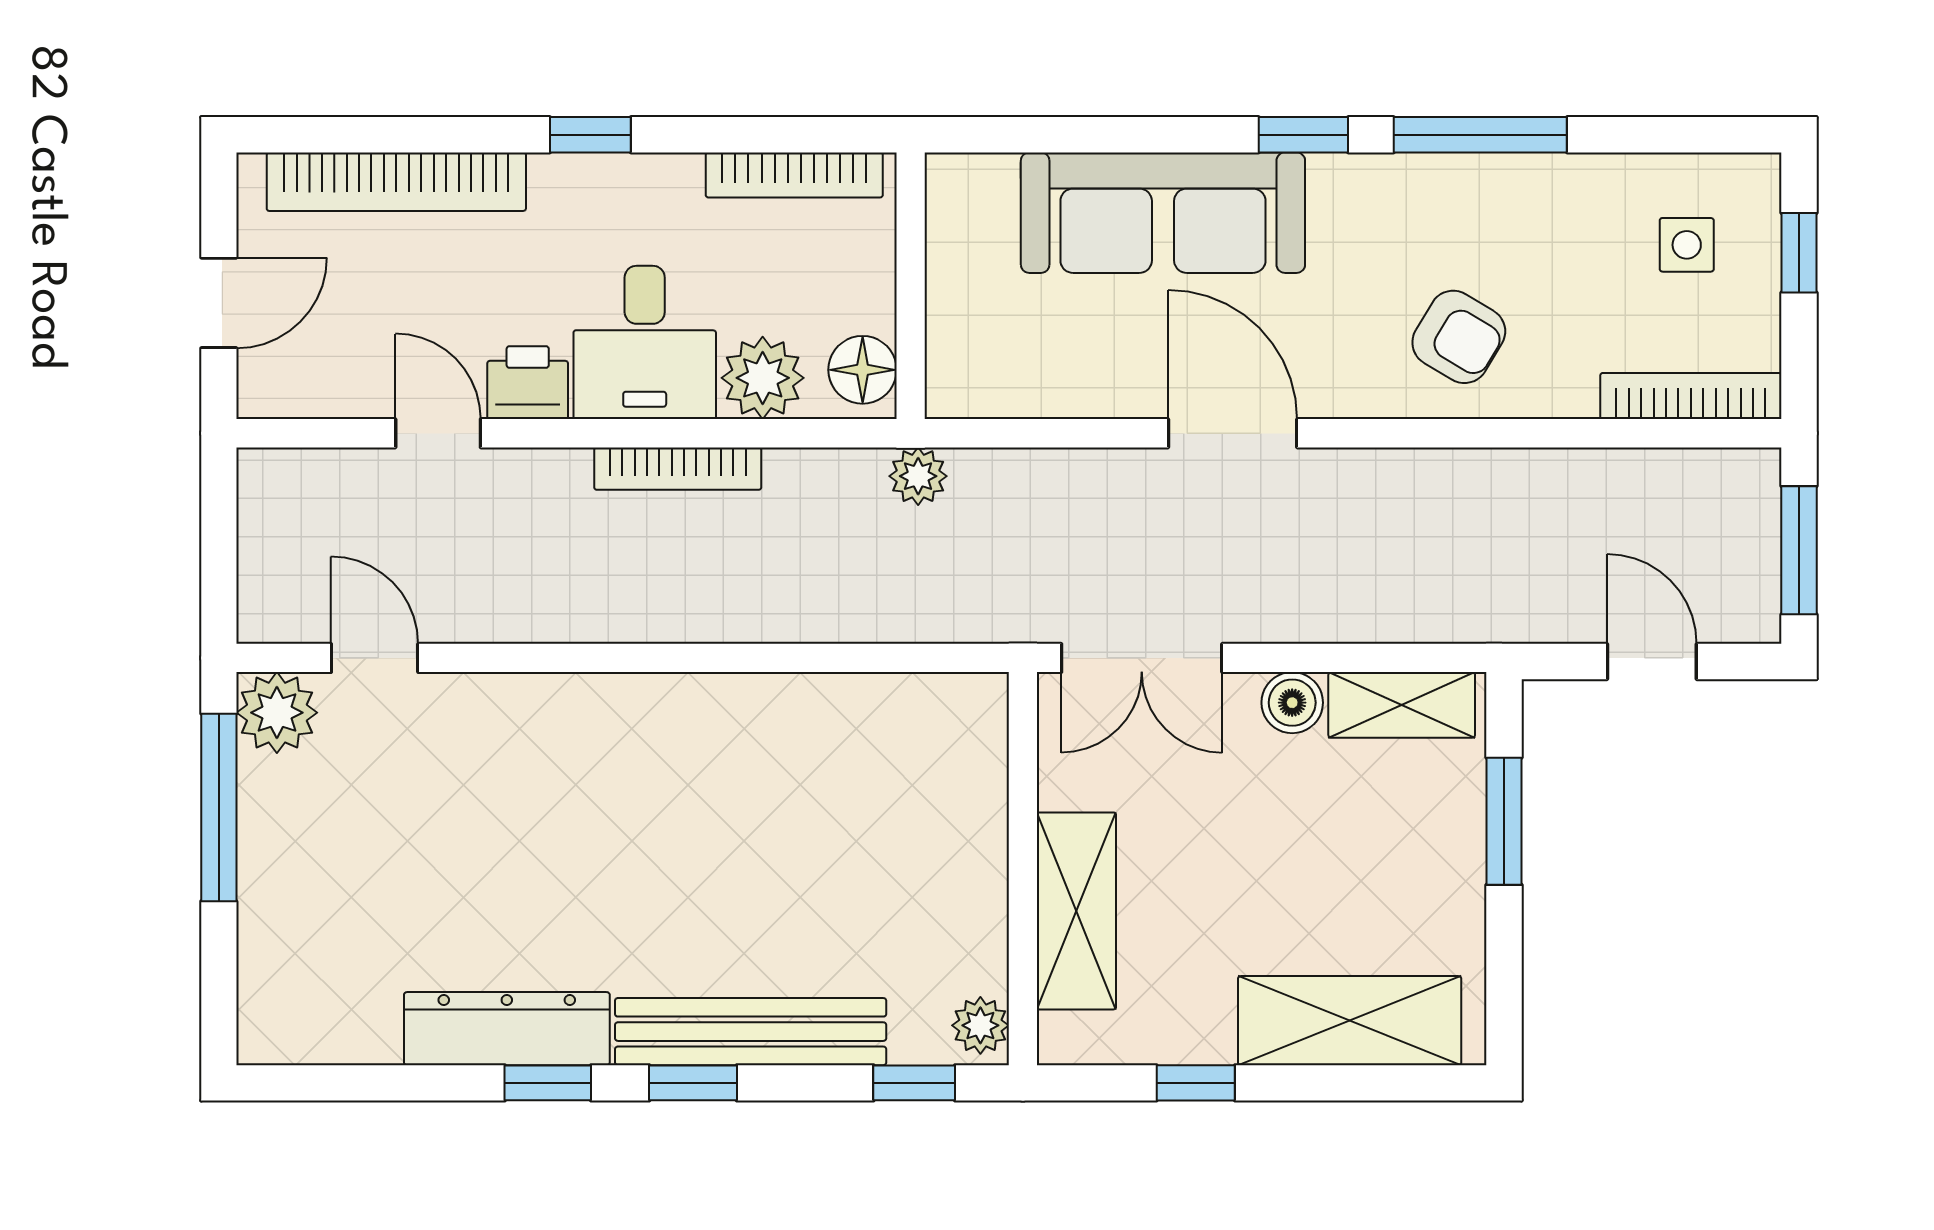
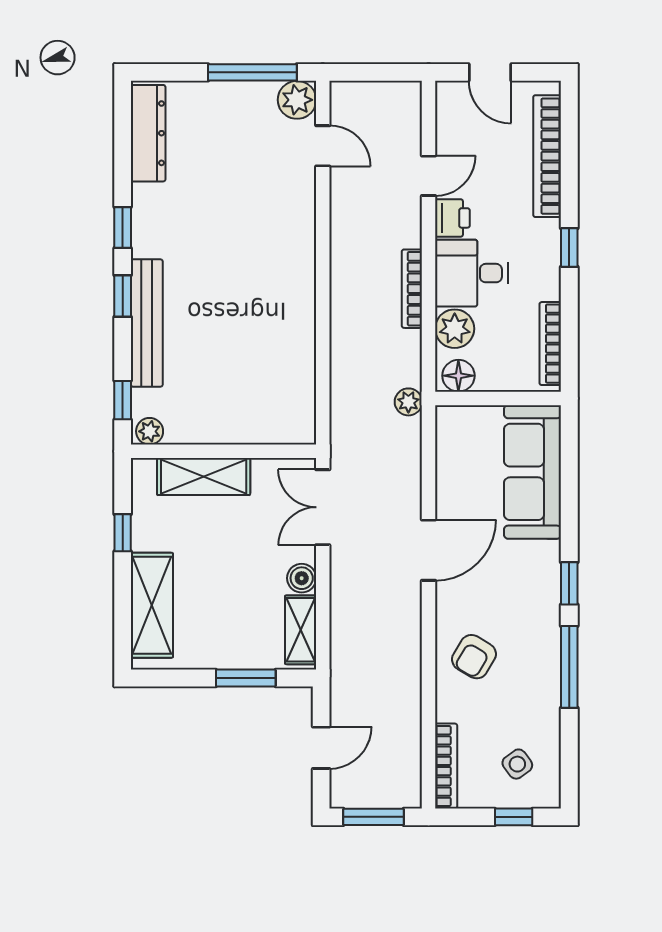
sofa: (1163, 213) -> (533, 472), moved
side table: (1687, 245) -> (517, 764), turned -36
door: (375, 658) -> (323, 146), hinge flipped
dresser: (507, 1029) -> (148, 133), moved

